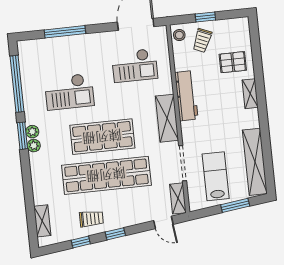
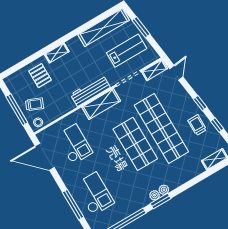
window: (205, 17) -> (17, 110), width x2.17
checkout: (69, 92) -> (94, 194), moved
workbench: (186, 96) -> (90, 91), moved
lab bench: (216, 176) -> (127, 51), turned 180

